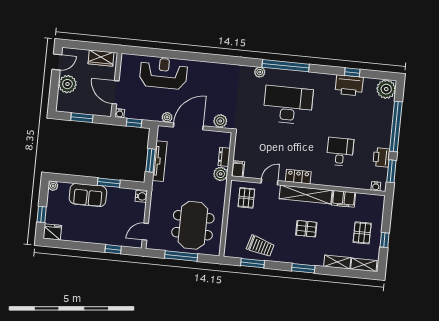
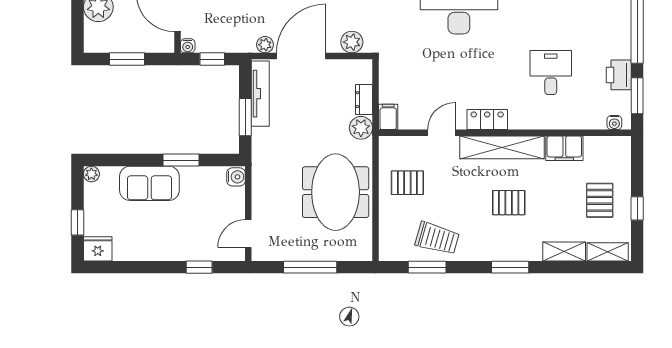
tv unit: (160, 161) -> (260, 94), moved
pallet: (246, 198) -> (407, 183), moved, turned 90
meeting table: (193, 225) -> (336, 192), moved

